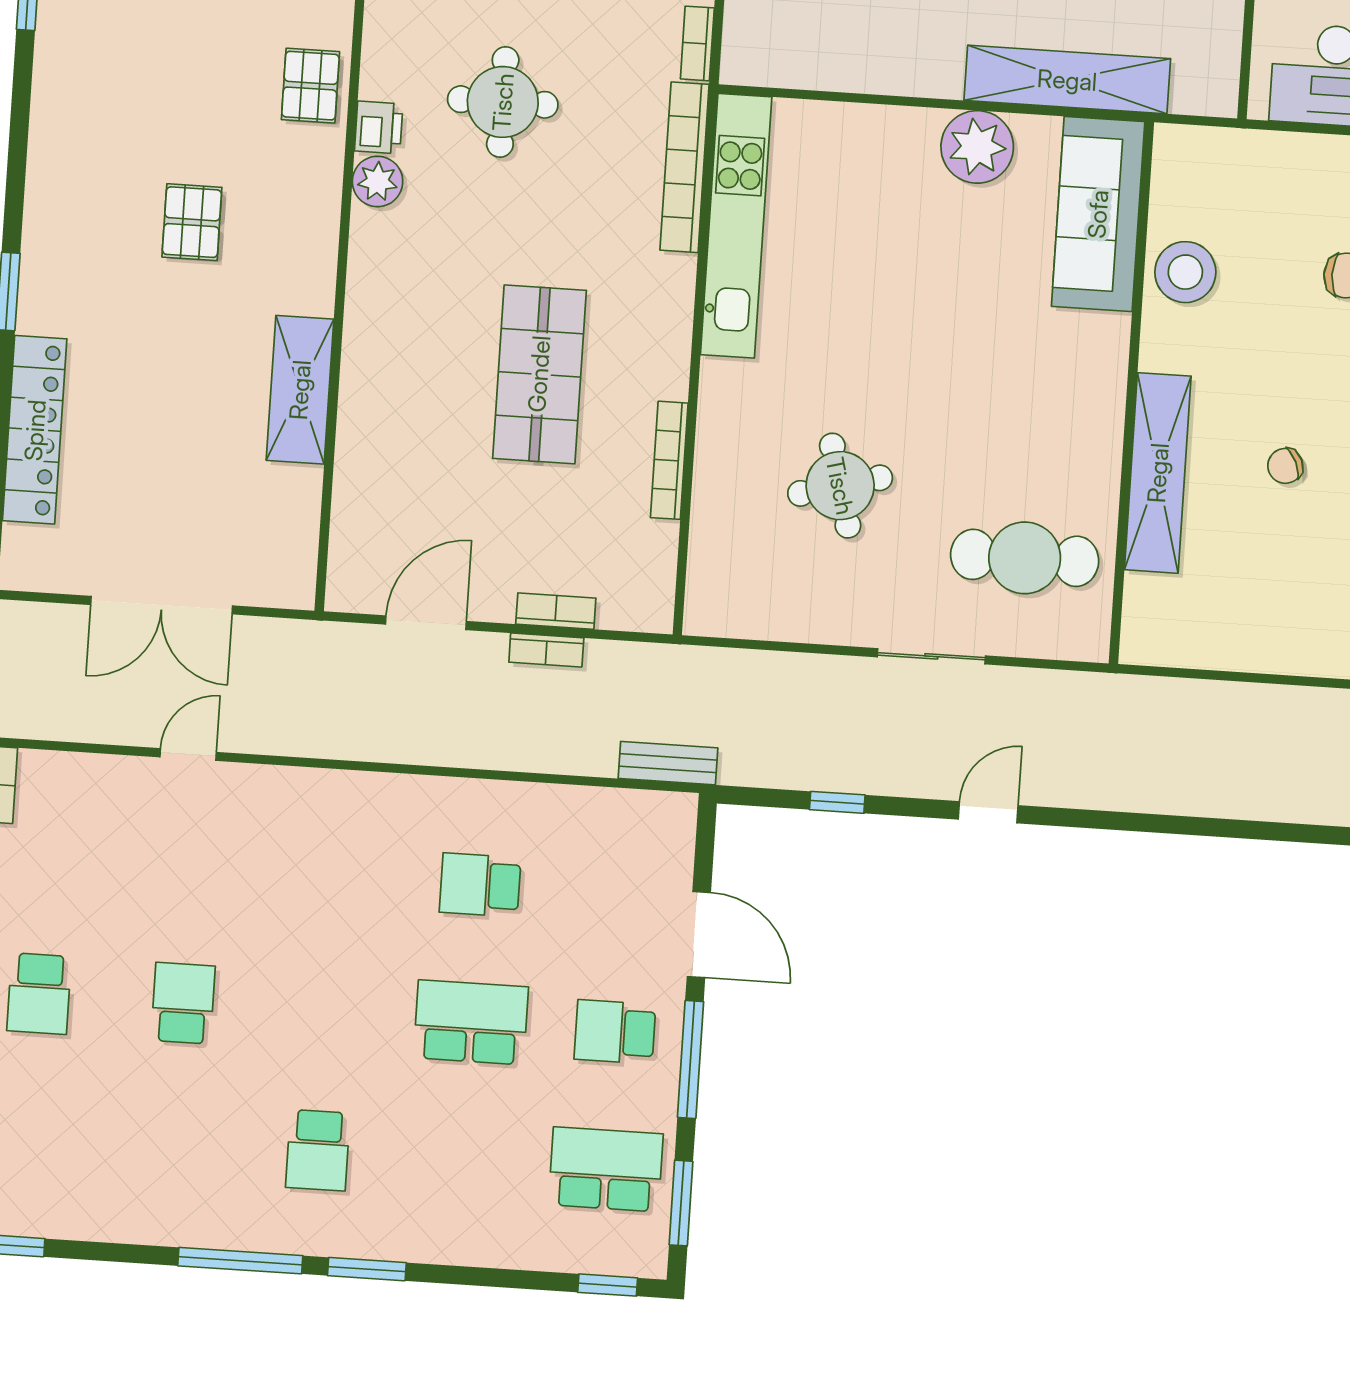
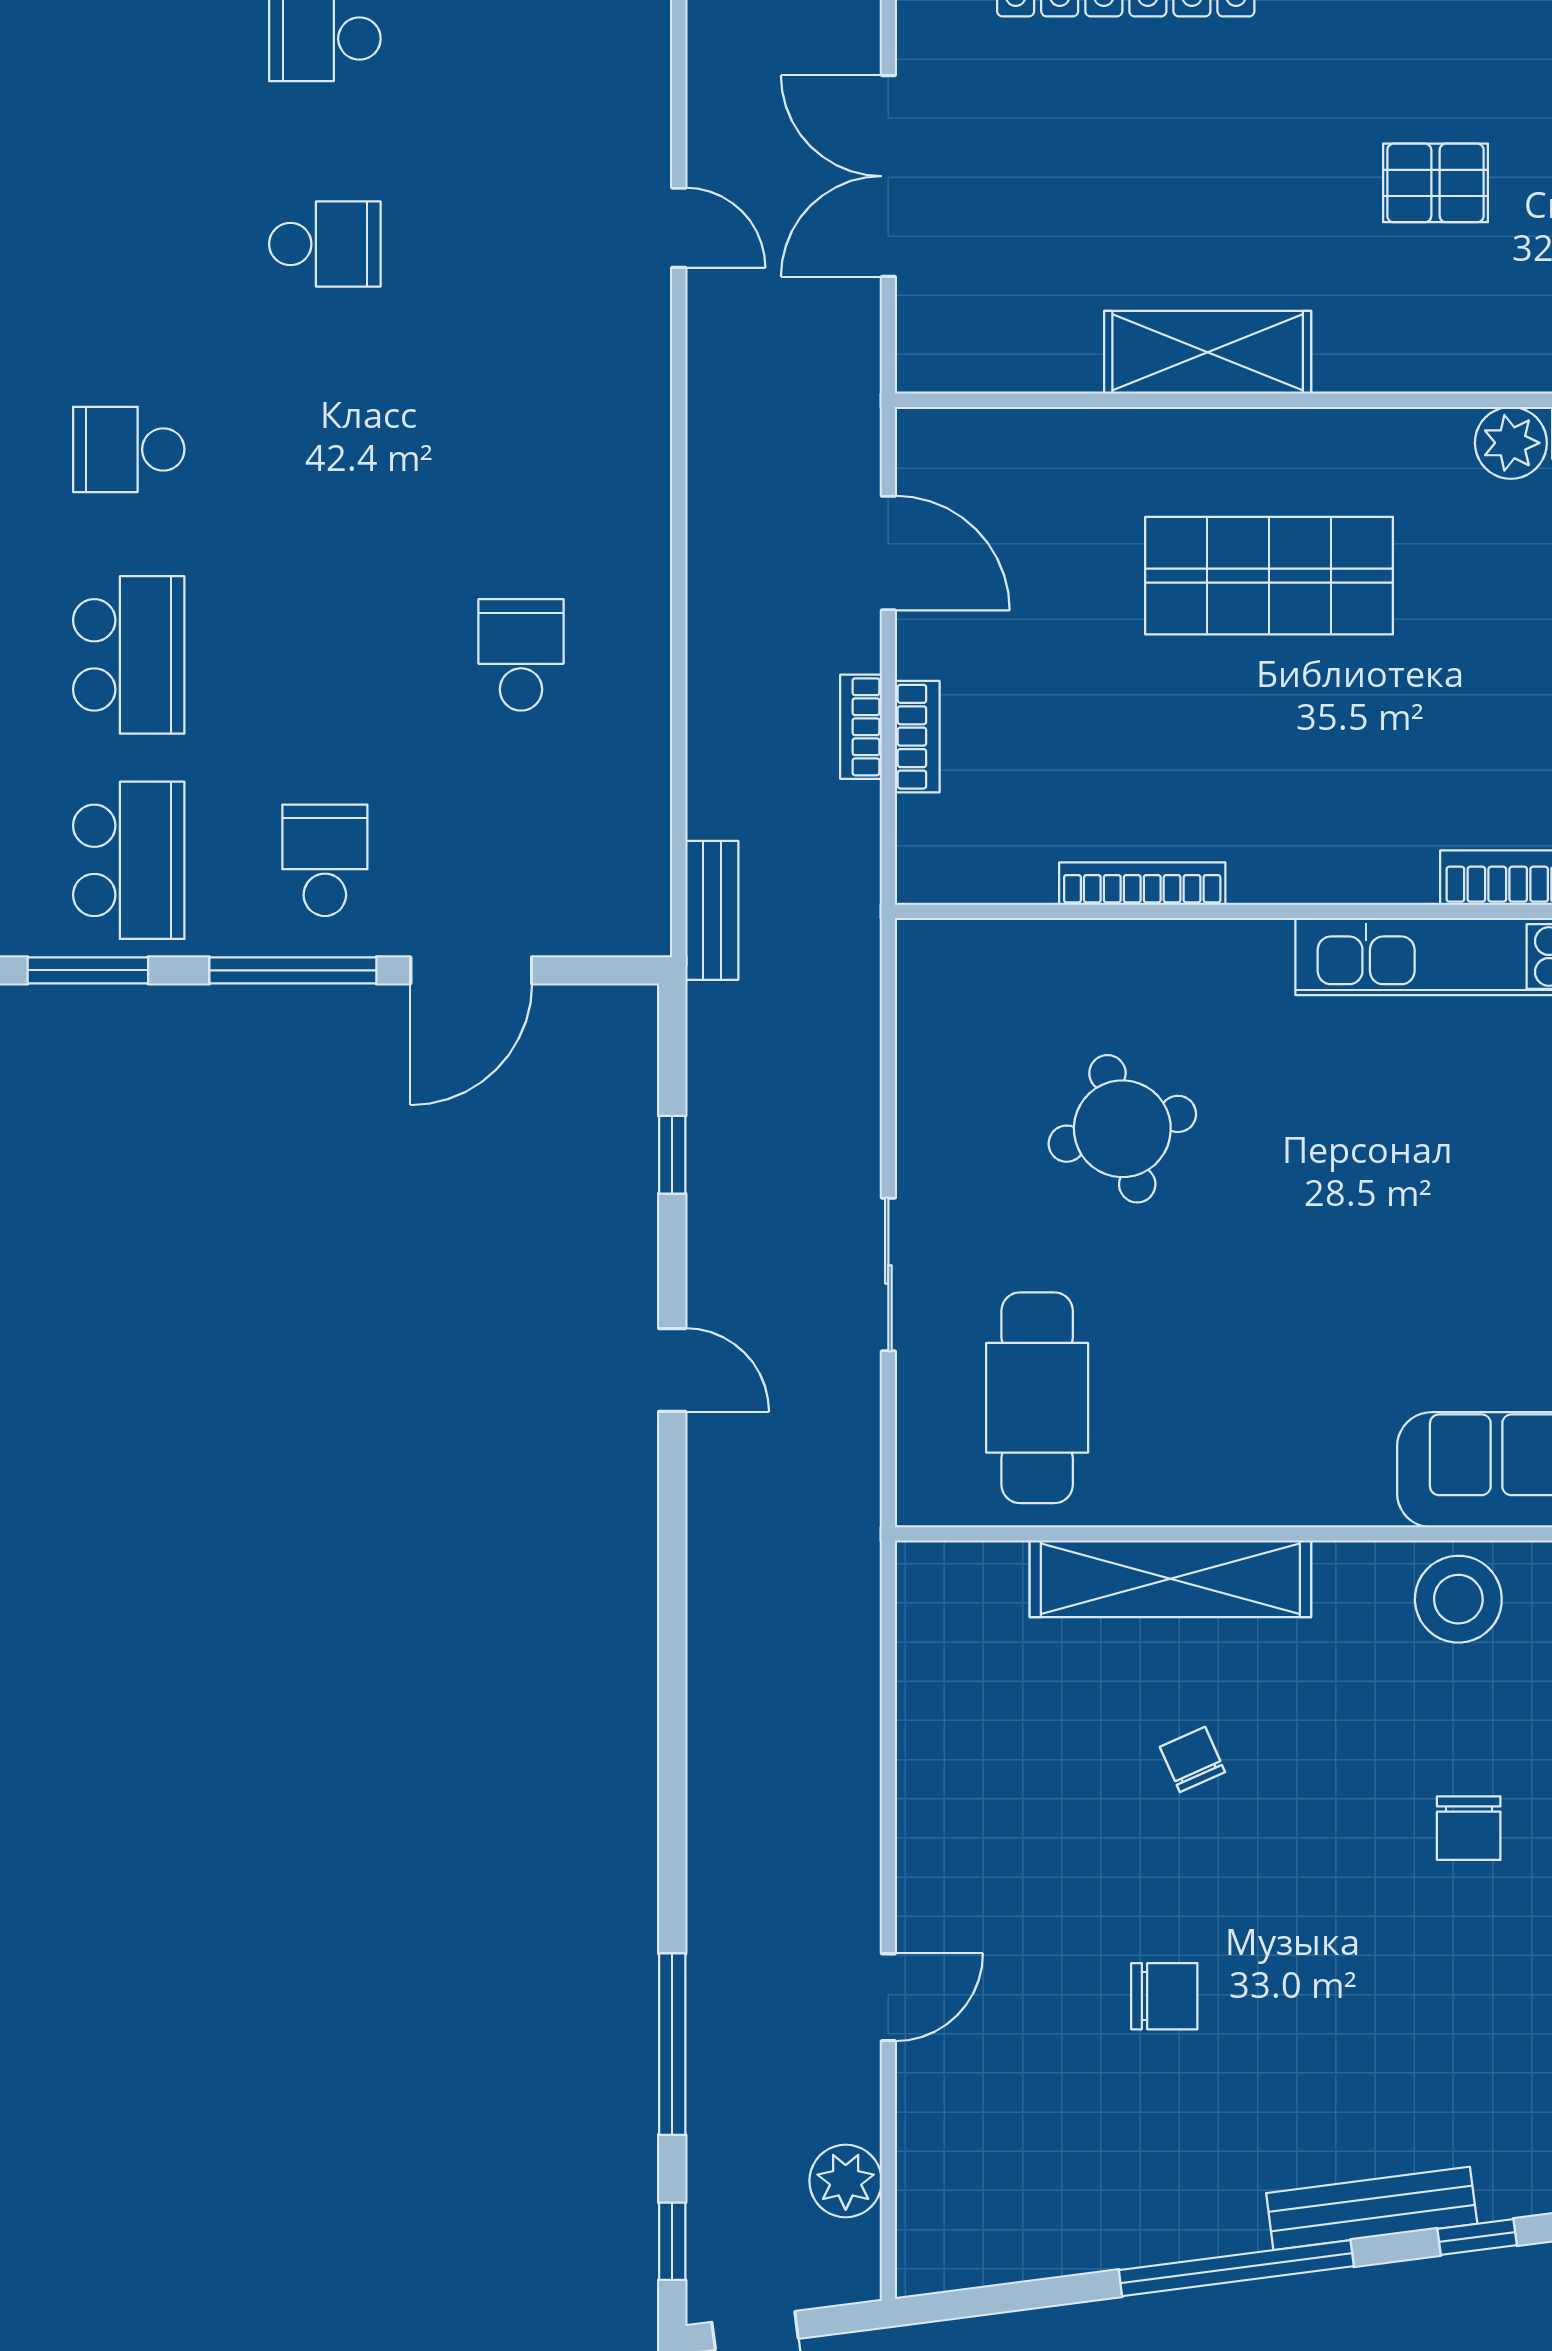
shop shelf: (539, 374) -> (1269, 576), moved
school desk: (471, 1022) -> (129, 655), moved

